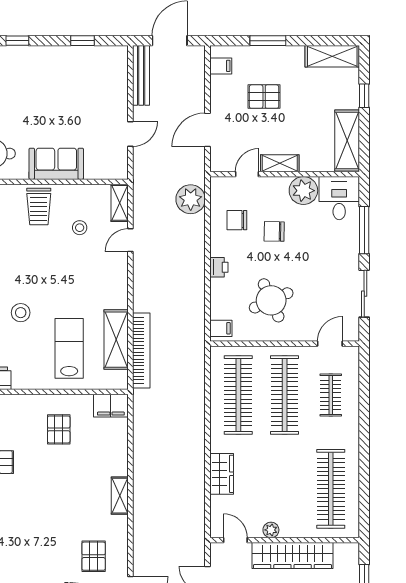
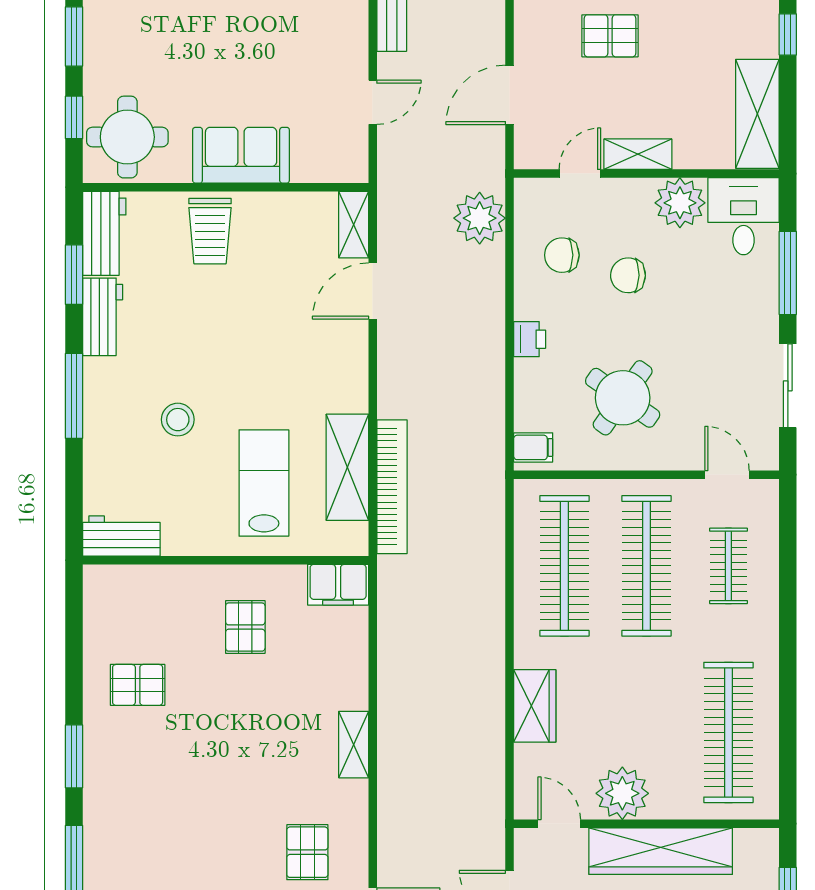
stool: (80, 228) -> (282, 269), removed
door: (130, 240) -> (373, 291), width x1.38
round table: (271, 300) -> (623, 398), turned -31
door: (330, 344) -> (727, 475), hinge flipped
plant: (271, 530) -> (622, 793), width x1.87, depth x1.87

